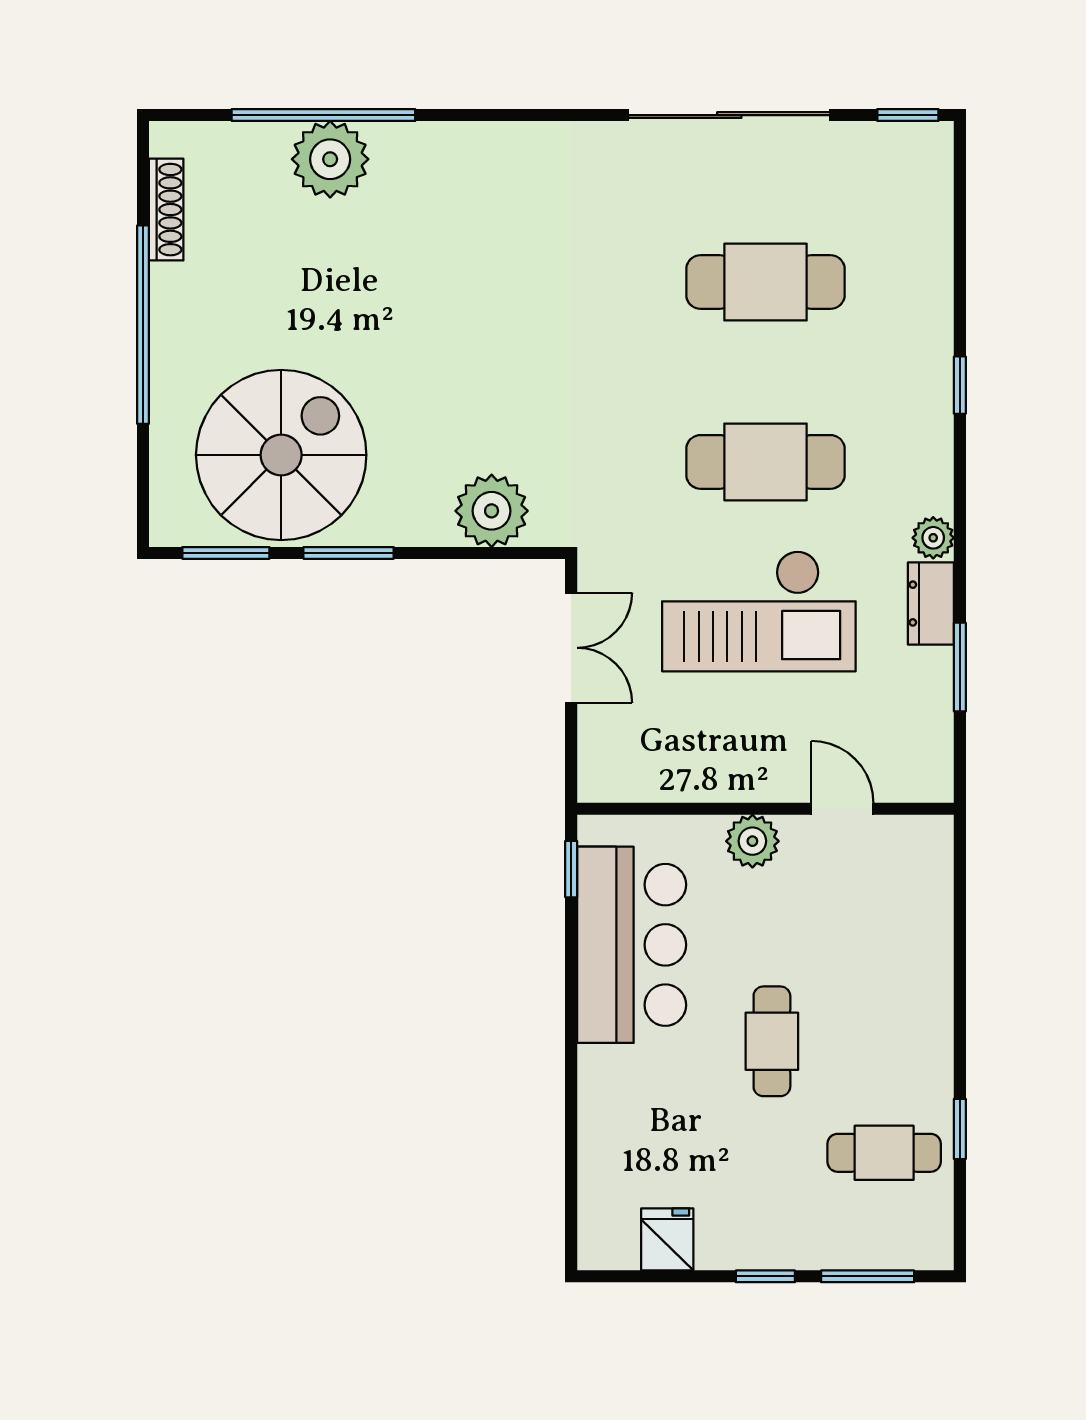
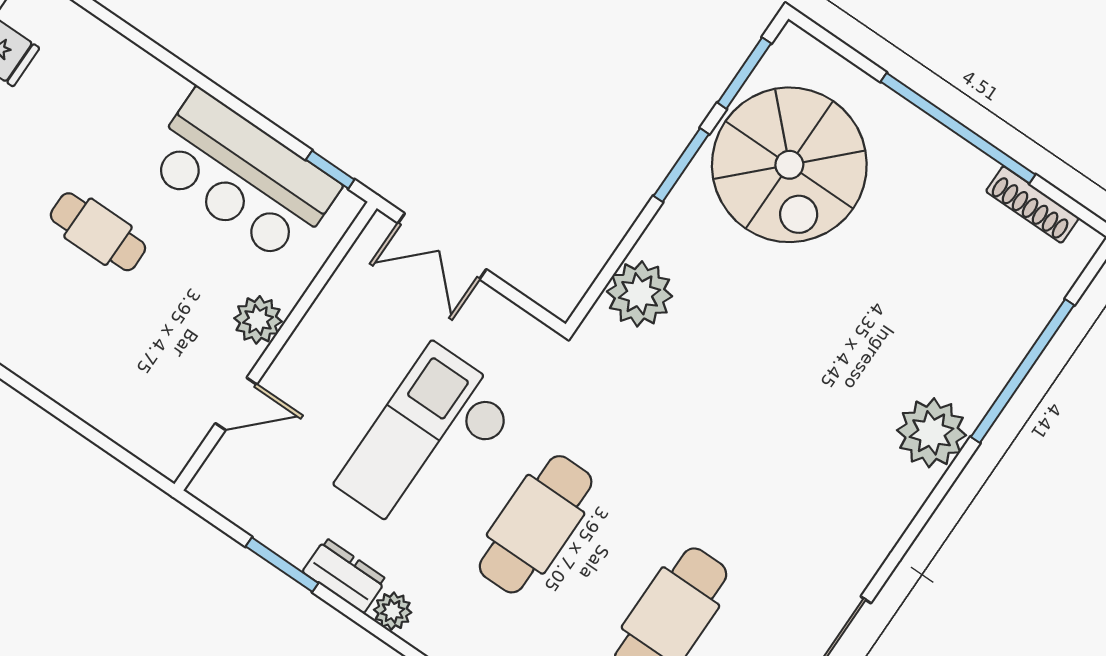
plant: (330, 159) -> (932, 433), moved
double door: (571, 648) -> (442, 246), moved

